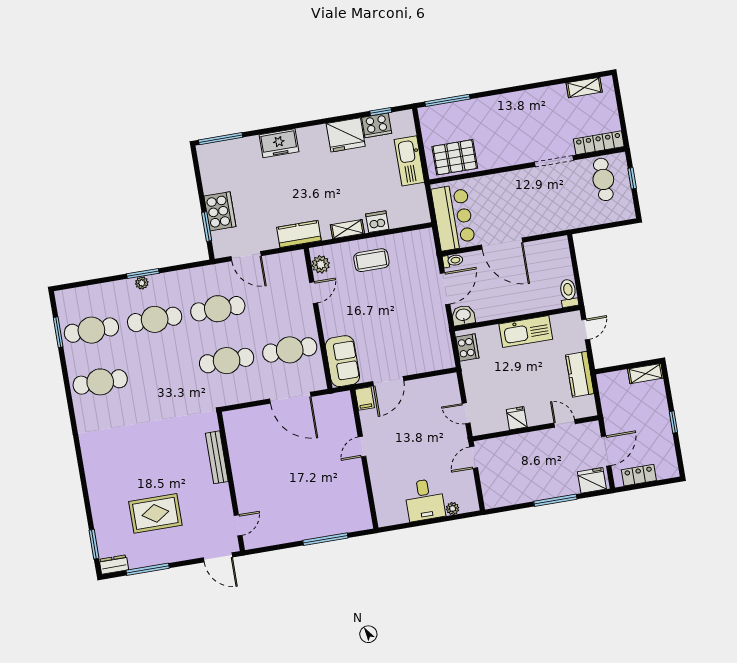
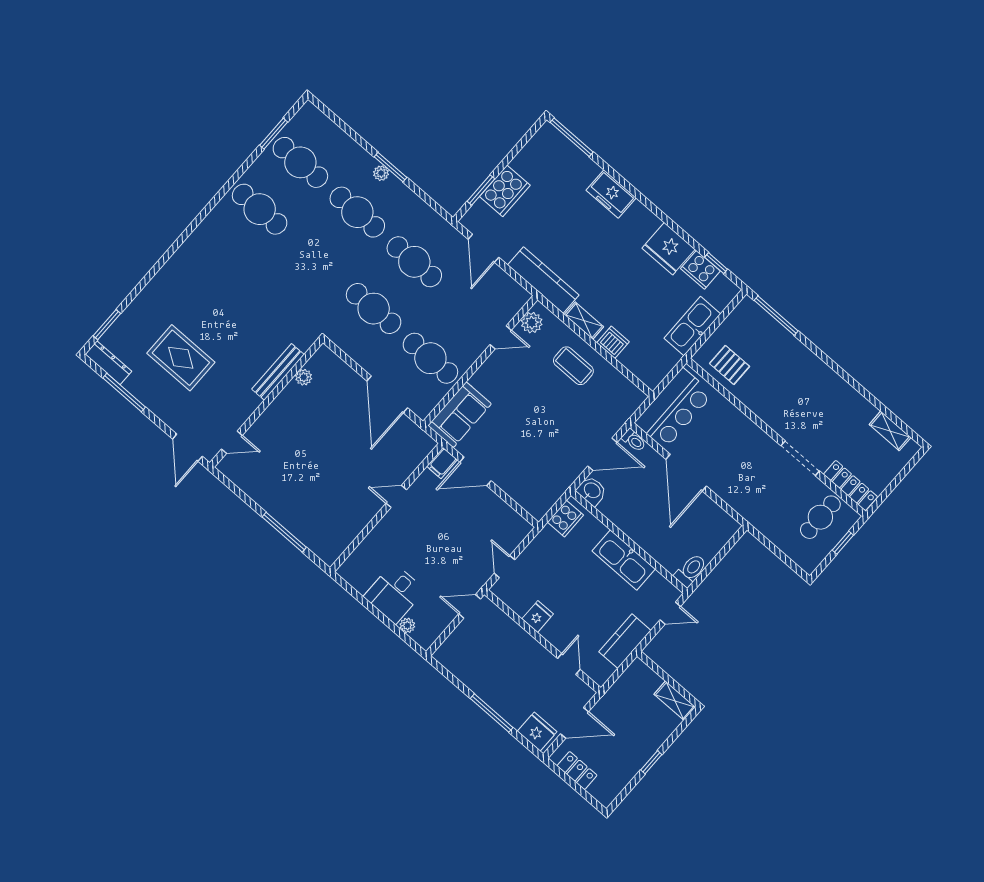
pallet: (455, 157) -> (730, 365), width x0.67, depth x0.71
kitchen counter: (299, 234) -> (543, 280), width x1.50
plant: (234, 443) -> (304, 377), added
dresser: (114, 565) -> (108, 363), width x1.44

